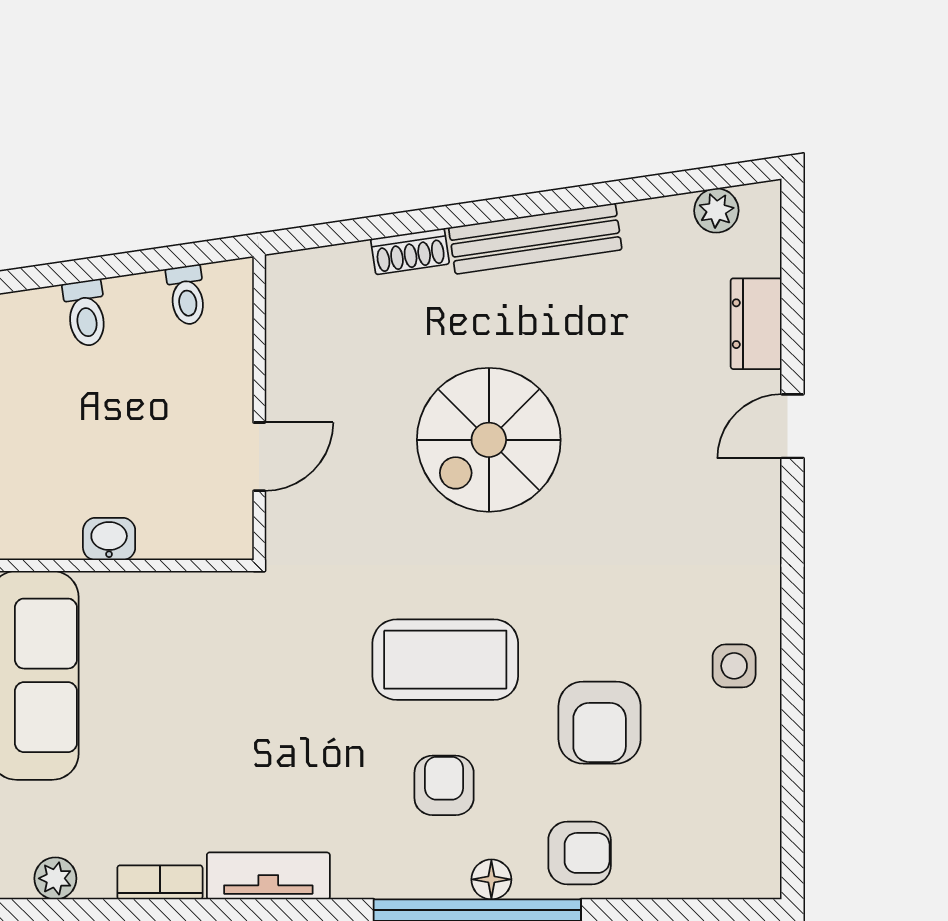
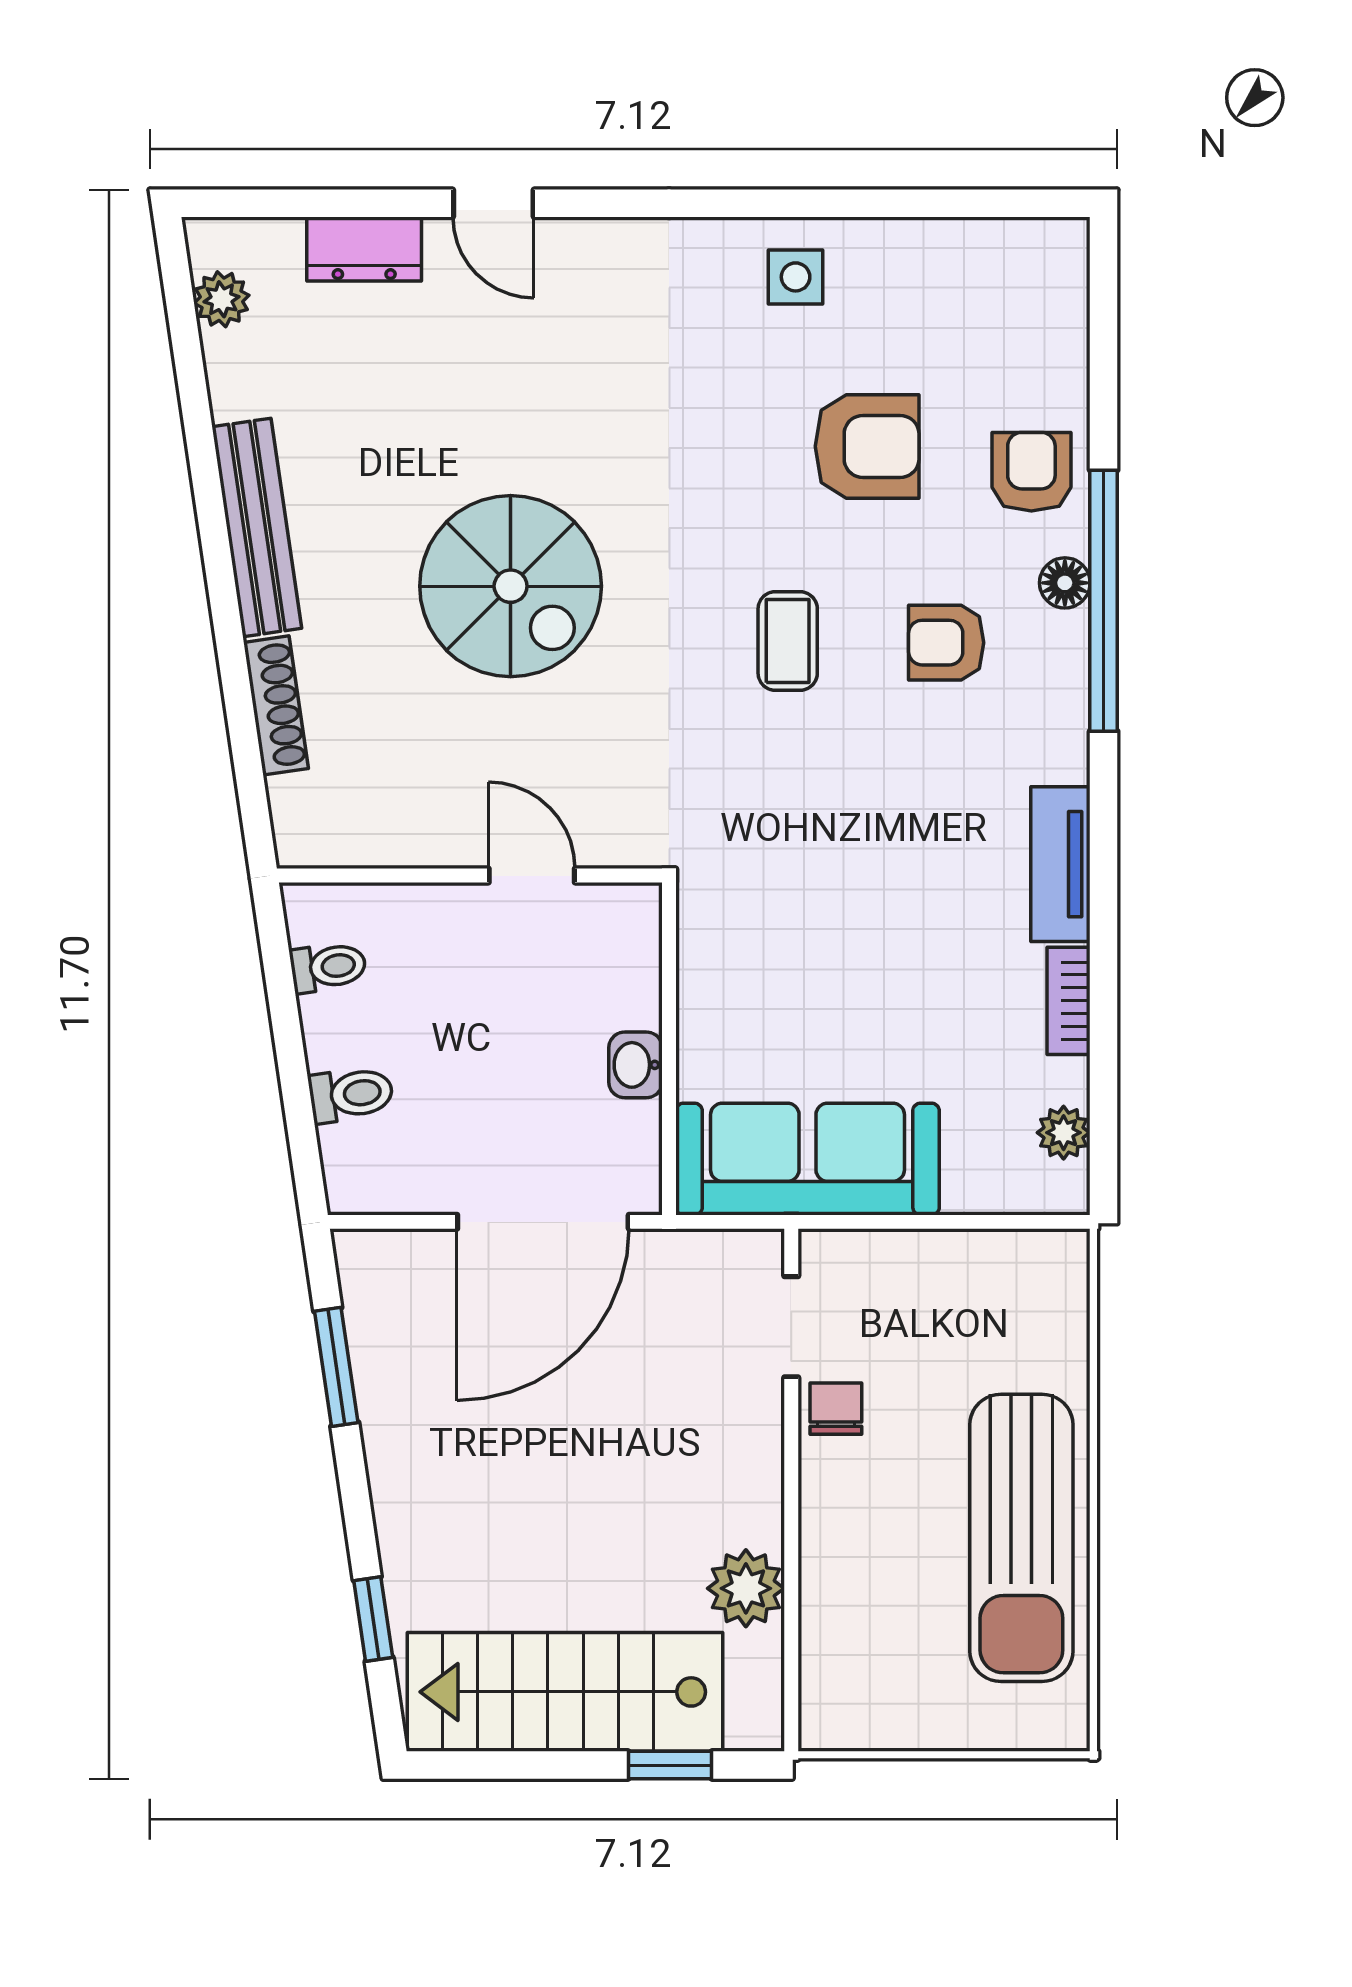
shoe rack: (410, 251) -> (276, 705), width x1.43
coffee table: (445, 660) -> (788, 641), width x0.54, depth x0.58

